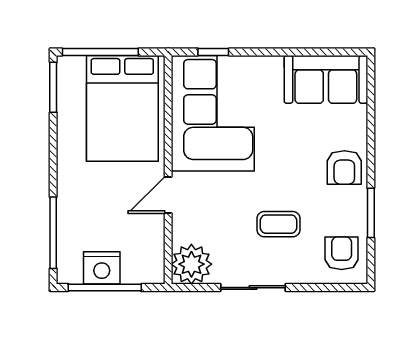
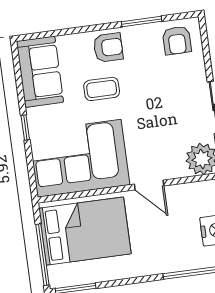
window: (213, 52) -> (25, 128), moved
coffee table: (278, 224) -> (102, 89), moved, turned 90
armchair: (342, 253) -> (177, 40), turned -90

